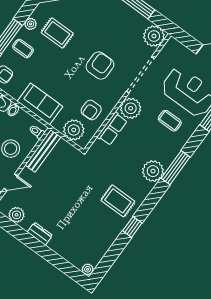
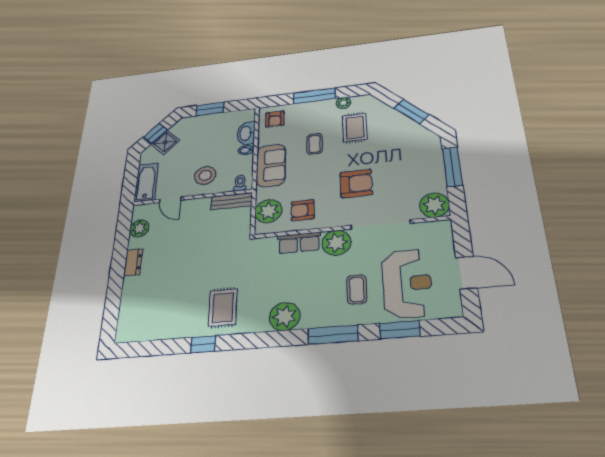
coffee table: (23, 48) -> (315, 144), moved
bench: (43, 151) -> (232, 201), width x0.73
window: (176, 168) -> (333, 335), moved
plant: (88, 269) -> (122, 336), removed

